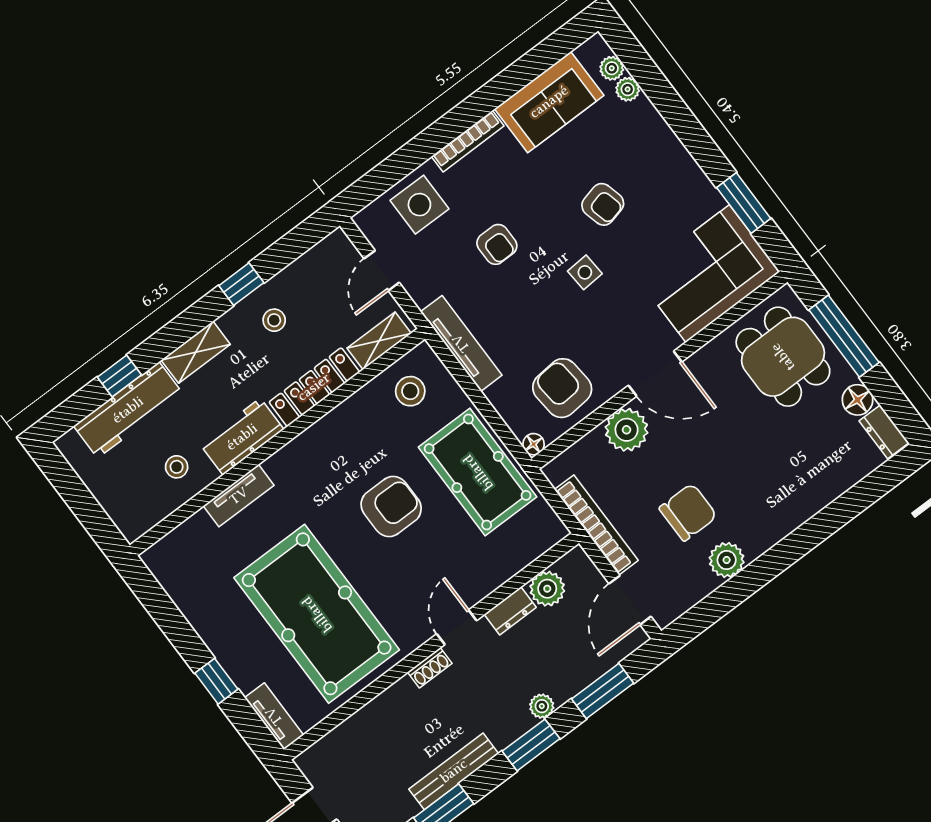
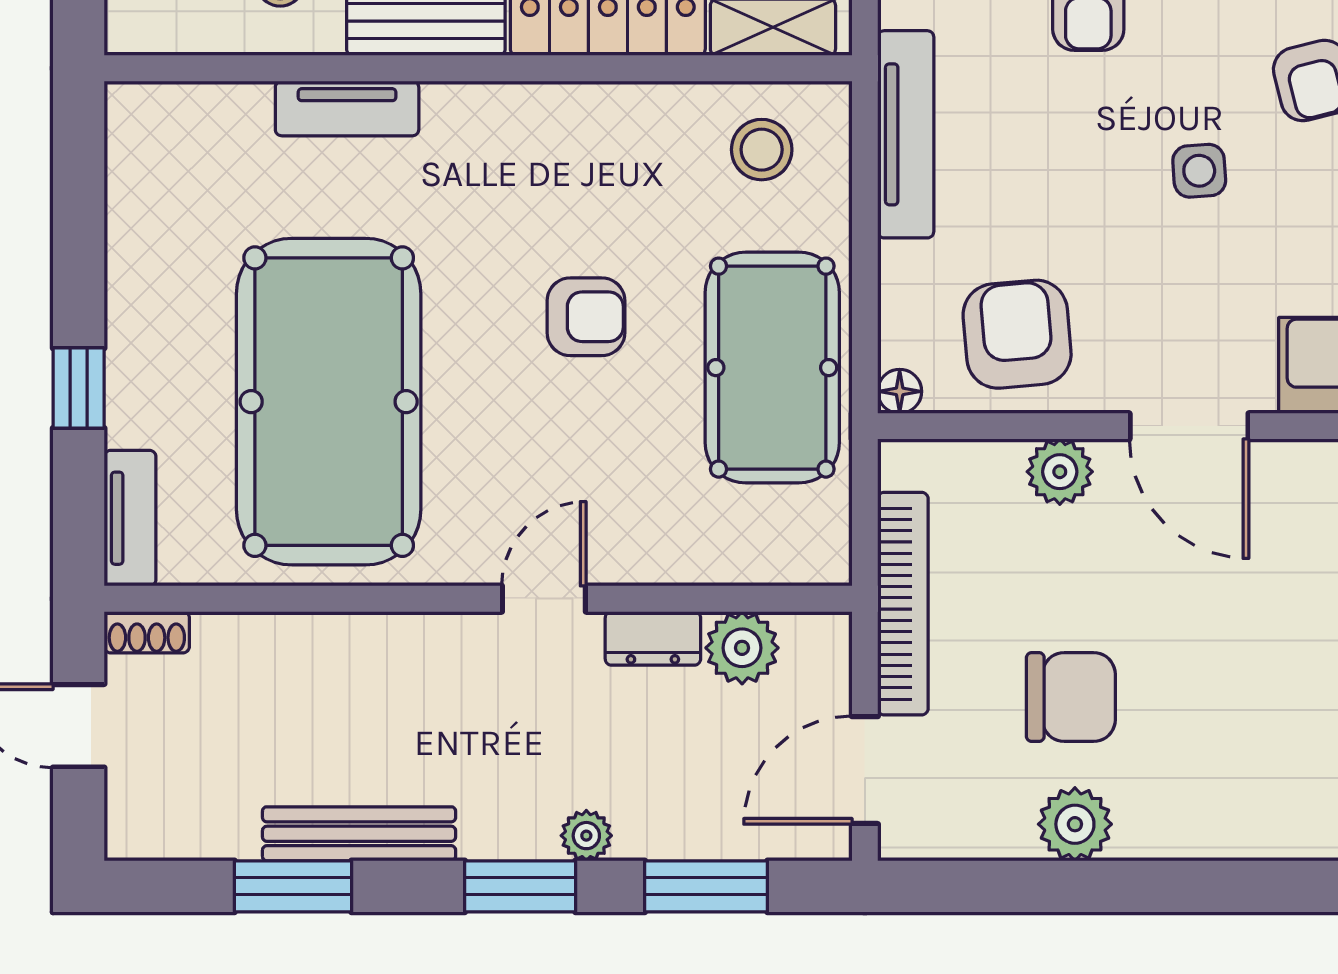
plant: (627, 430) -> (1060, 472), width x0.73, depth x0.73
armchair: (391, 506) -> (586, 317), width x0.72, depth x0.72
shoe rack: (430, 668) -> (147, 632), moved

